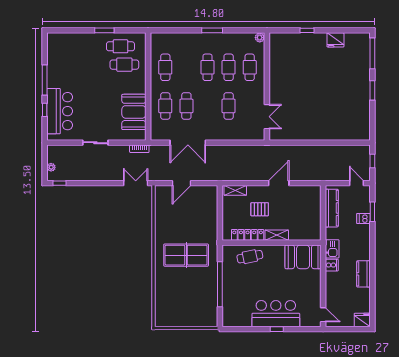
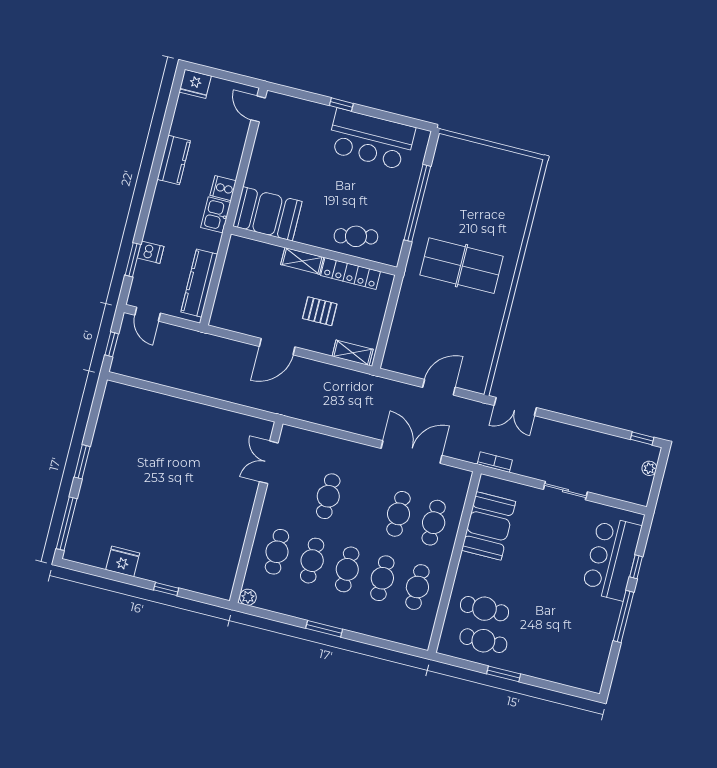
cafe table: (186, 67) -> (382, 578), added
bar counter: (276, 314) -> (371, 139), moved

